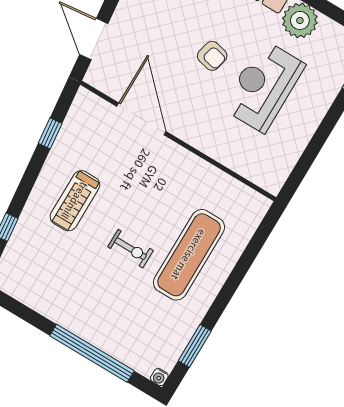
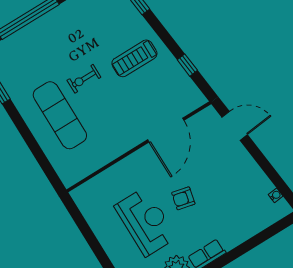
door: (141, 119) -> (166, 130), hinge flipped
treadmill: (75, 201) -> (134, 58), turned -90

